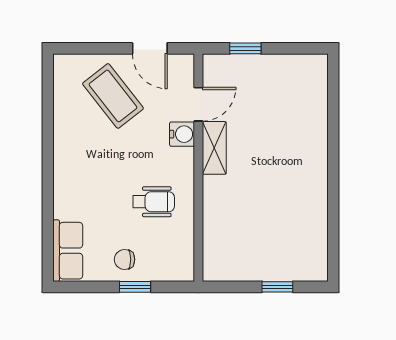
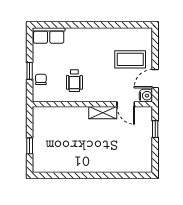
coffee table: (113, 96) -> (130, 59), turned 38
water cooler: (182, 134) -> (146, 96), moved, turned -90
chair: (125, 259) -> (41, 79), moved

